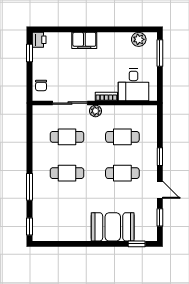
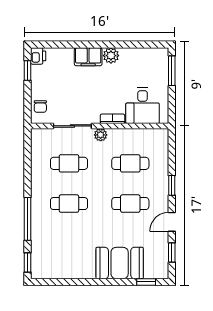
plant: (139, 39) -> (111, 56), moved
window: (29, 187) -> (27, 219), width x1.44
door: (160, 190) -> (172, 222), swing flipped

